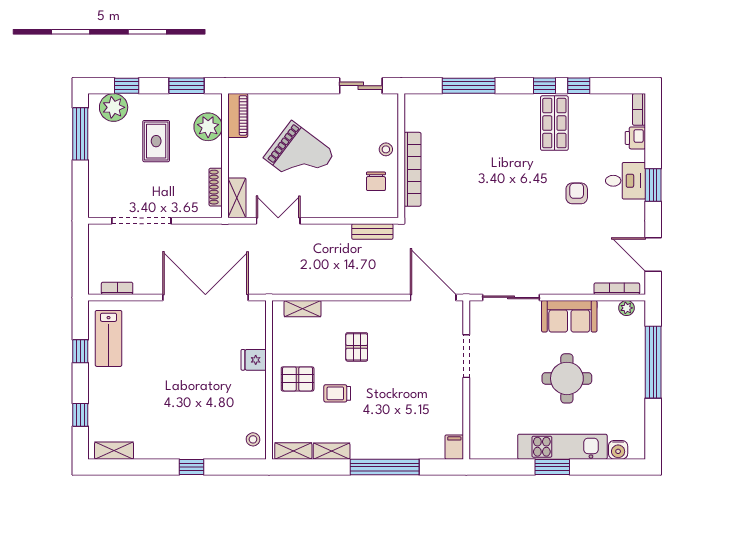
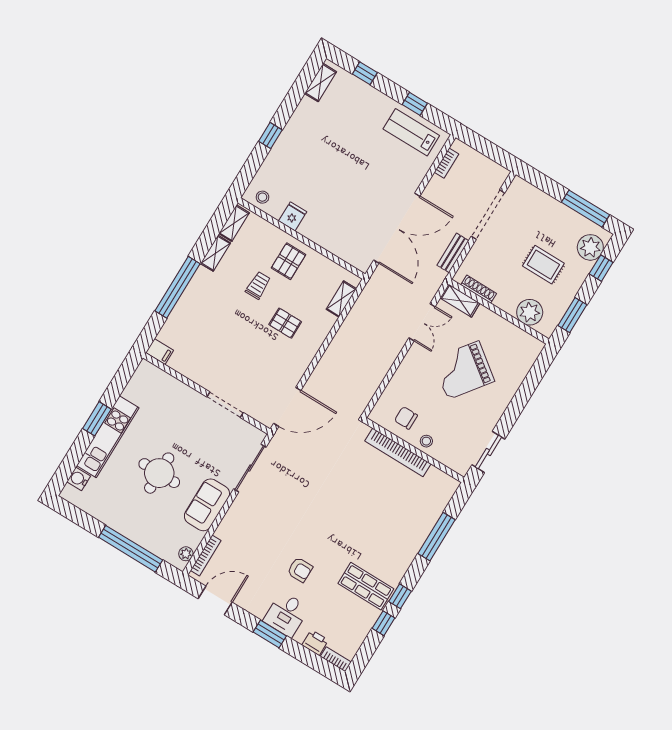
piano: (238, 115) -> (524, 341), removed
bench: (372, 232) -> (453, 253), moved
fridge: (254, 360) -> (293, 216), moved

